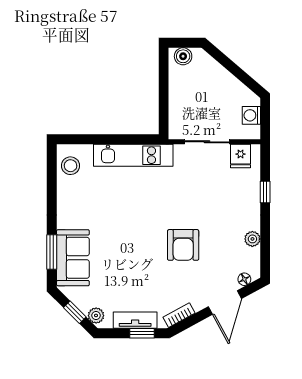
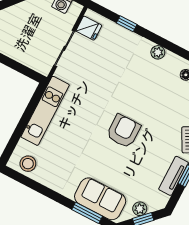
armchair: (183, 245) -> (123, 131), moved, turned -90
plant: (96, 315) -> (140, 209), moved

